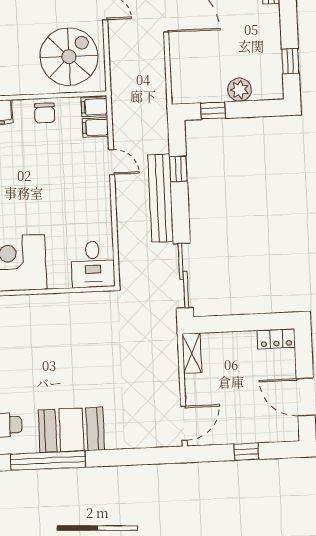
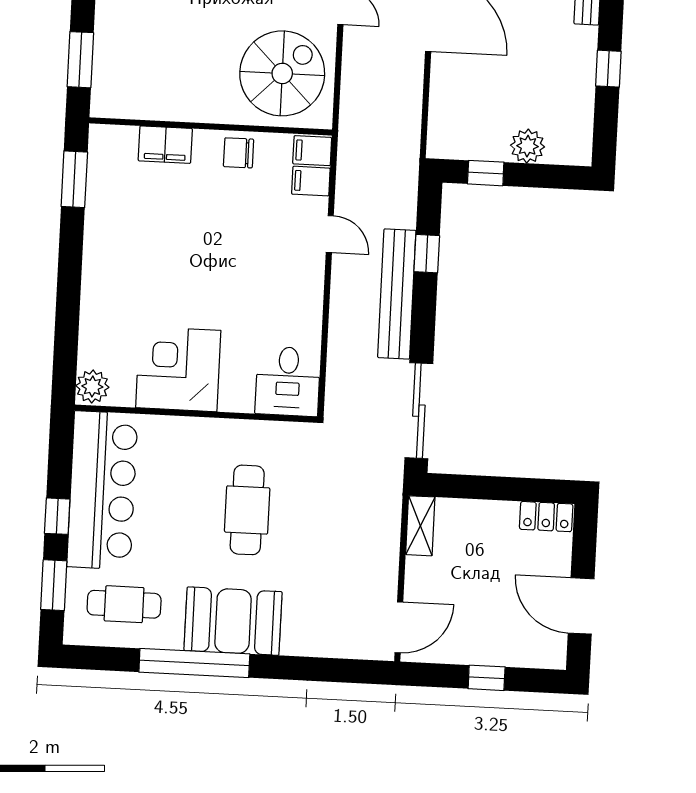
window: (290, 61) -> (608, 69), moved
chair: (45, 113) -> (239, 153), turned 90
cafe table: (74, 354) -> (247, 510), added

